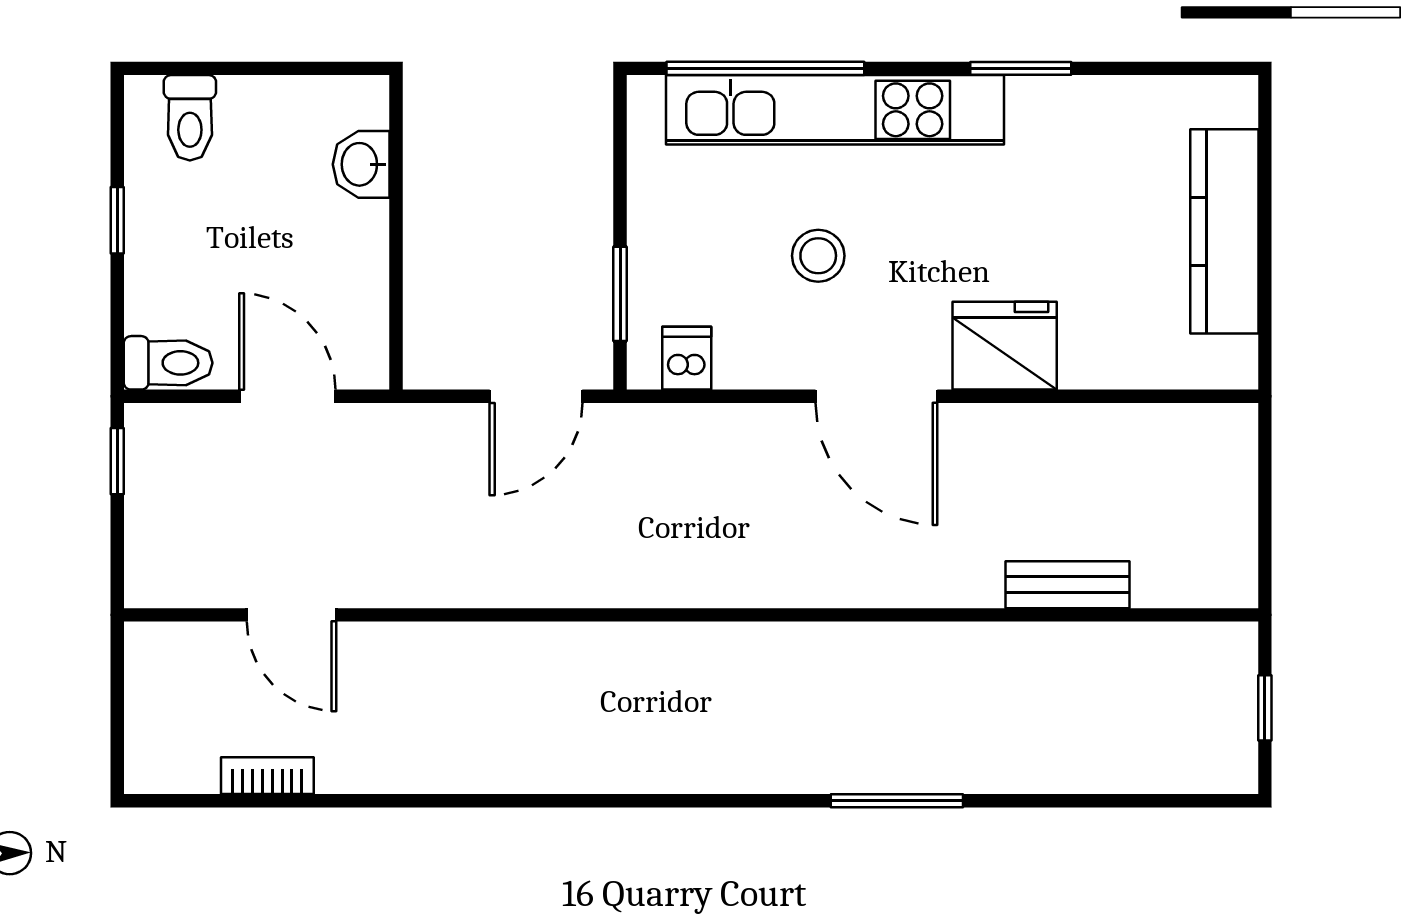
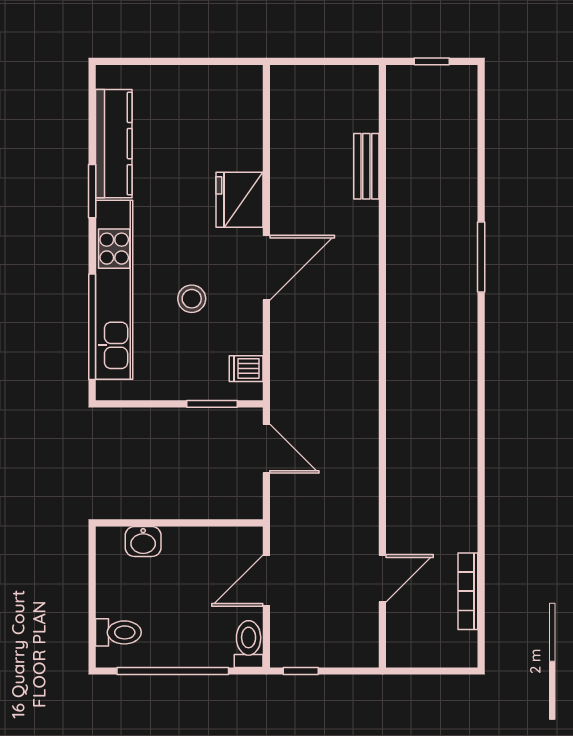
window: (117, 220) -> (173, 671), width x3.17
kitchen counter: (1224, 231) -> (114, 144), moved, turned -90
bookcase: (267, 776) -> (468, 591), width x1.56

